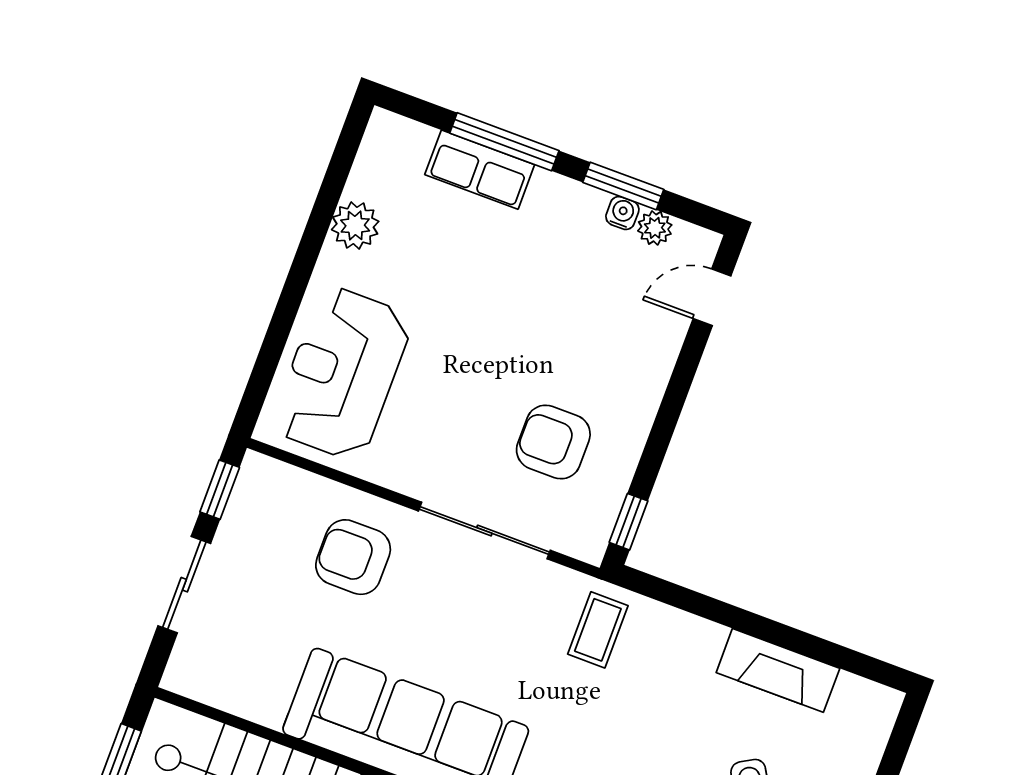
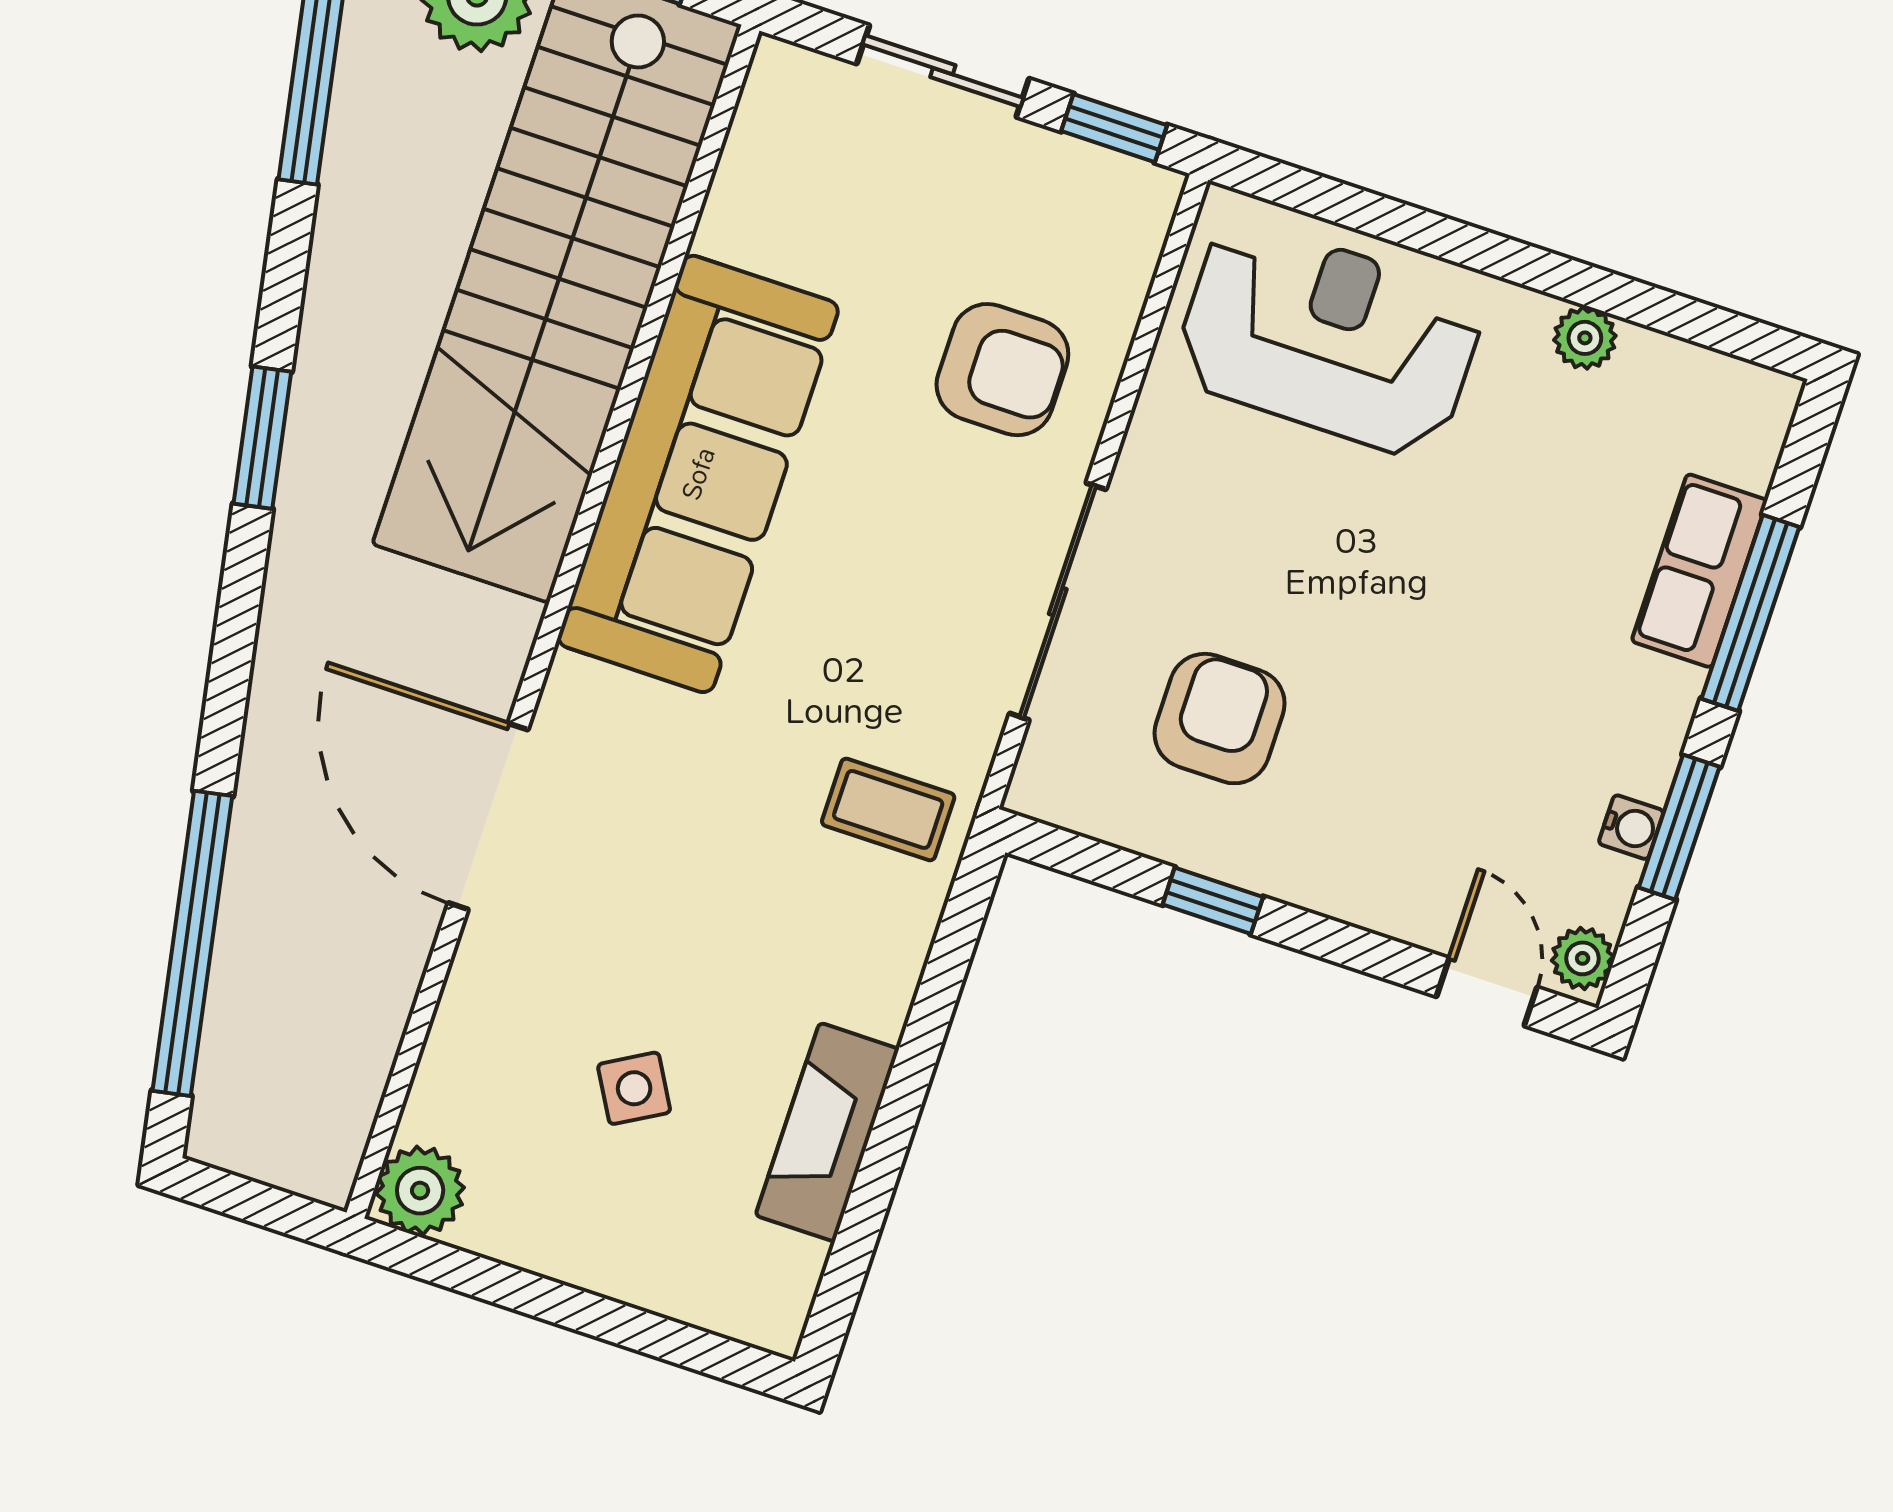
plant: (355, 226) -> (1585, 338), width x0.73, depth x0.73
plant: (655, 228) -> (1583, 958), moved
window: (629, 522) -> (1213, 901), moved
armchair: (353, 557) -> (1002, 370), turned 90

